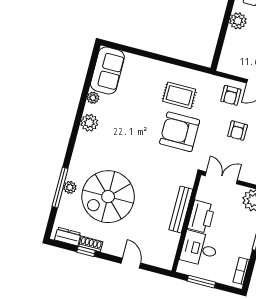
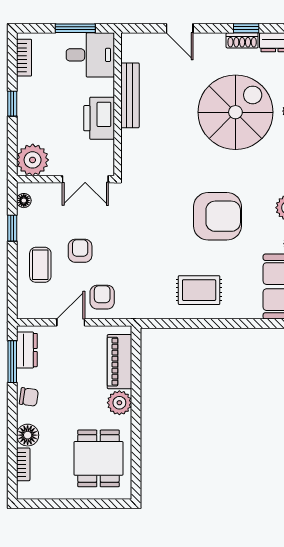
piano: (231, 49) -> (119, 362), added
rug: (179, 95) -> (199, 290), moved
armchair: (180, 132) -> (217, 216), moved
bench: (181, 210) -> (130, 95), moved
desk: (199, 249) -> (90, 55), moved

